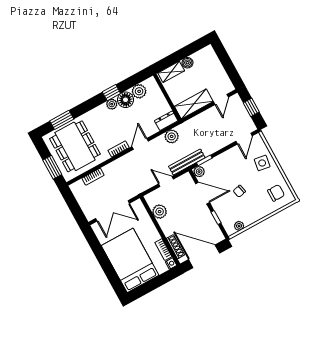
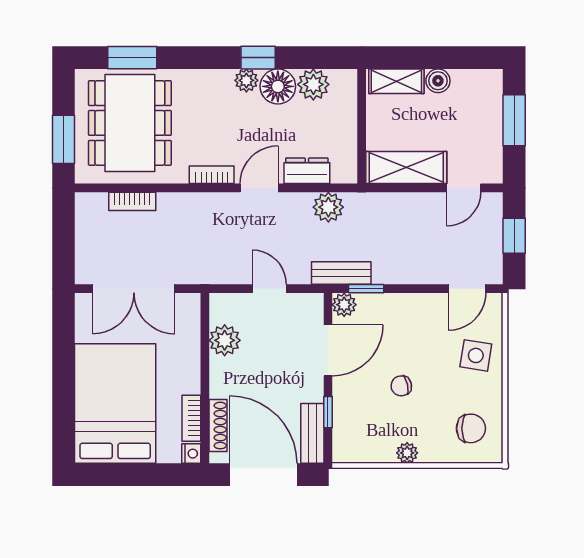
window: (226, 62) -> (514, 120), added
dresser: (166, 121) -> (307, 171), moved
bench: (187, 162) -> (341, 273), width x0.73
door: (203, 193) -> (328, 350), hinge flipped
plant: (239, 226) -> (407, 453), moved
bench: (214, 229) -> (312, 433), added

